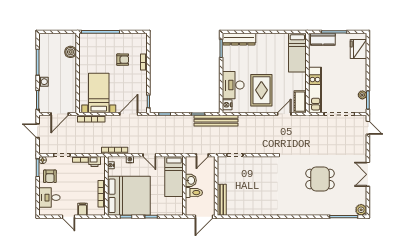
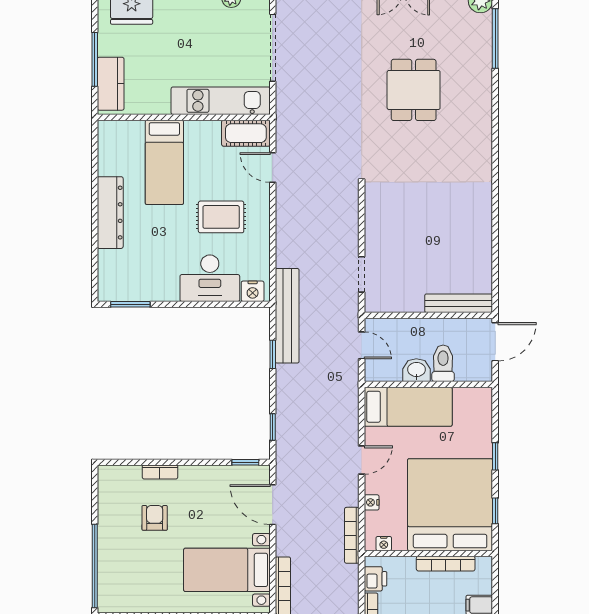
dresser: (239, 39) -> (110, 213), moved
bed: (297, 53) -> (164, 162), moved, turned 90
rug: (261, 90) -> (221, 217), width x0.73, depth x0.70
door: (204, 217) -> (495, 342), hinge flipped

